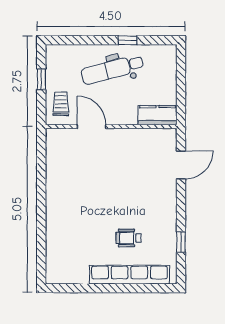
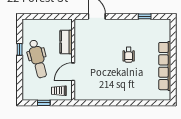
kitchen counter: (158, 115) -> (66, 42), moved
wheelchair: (128, 238) -> (129, 55), moved
row of seats: (129, 275) -> (165, 66), moved

